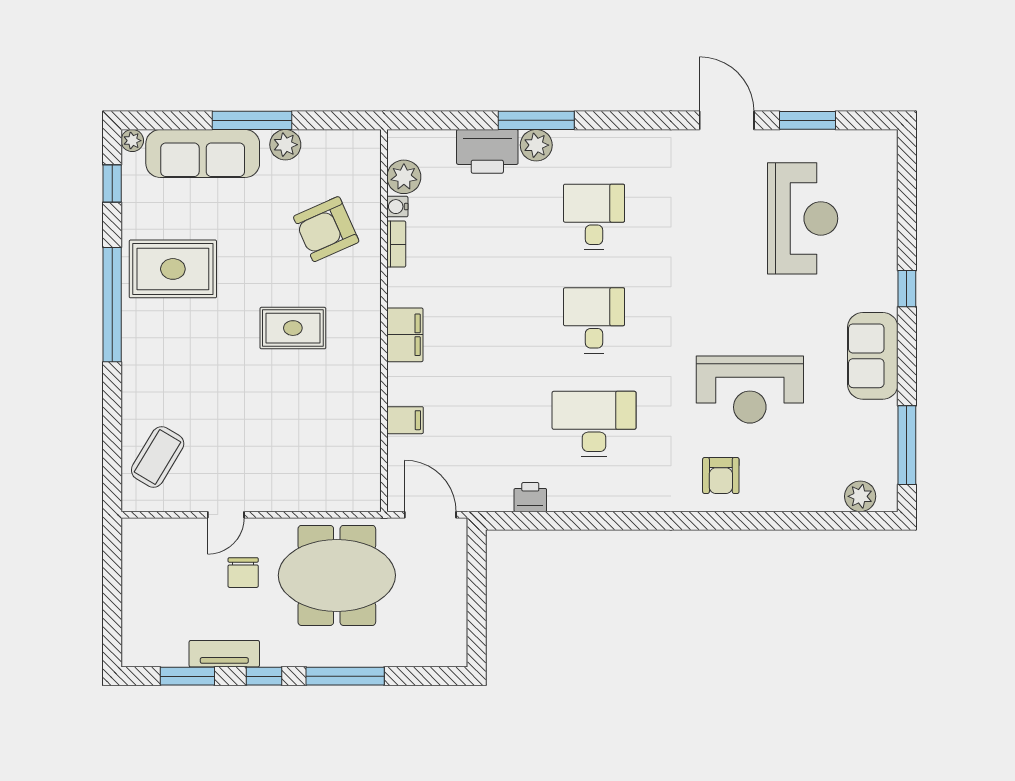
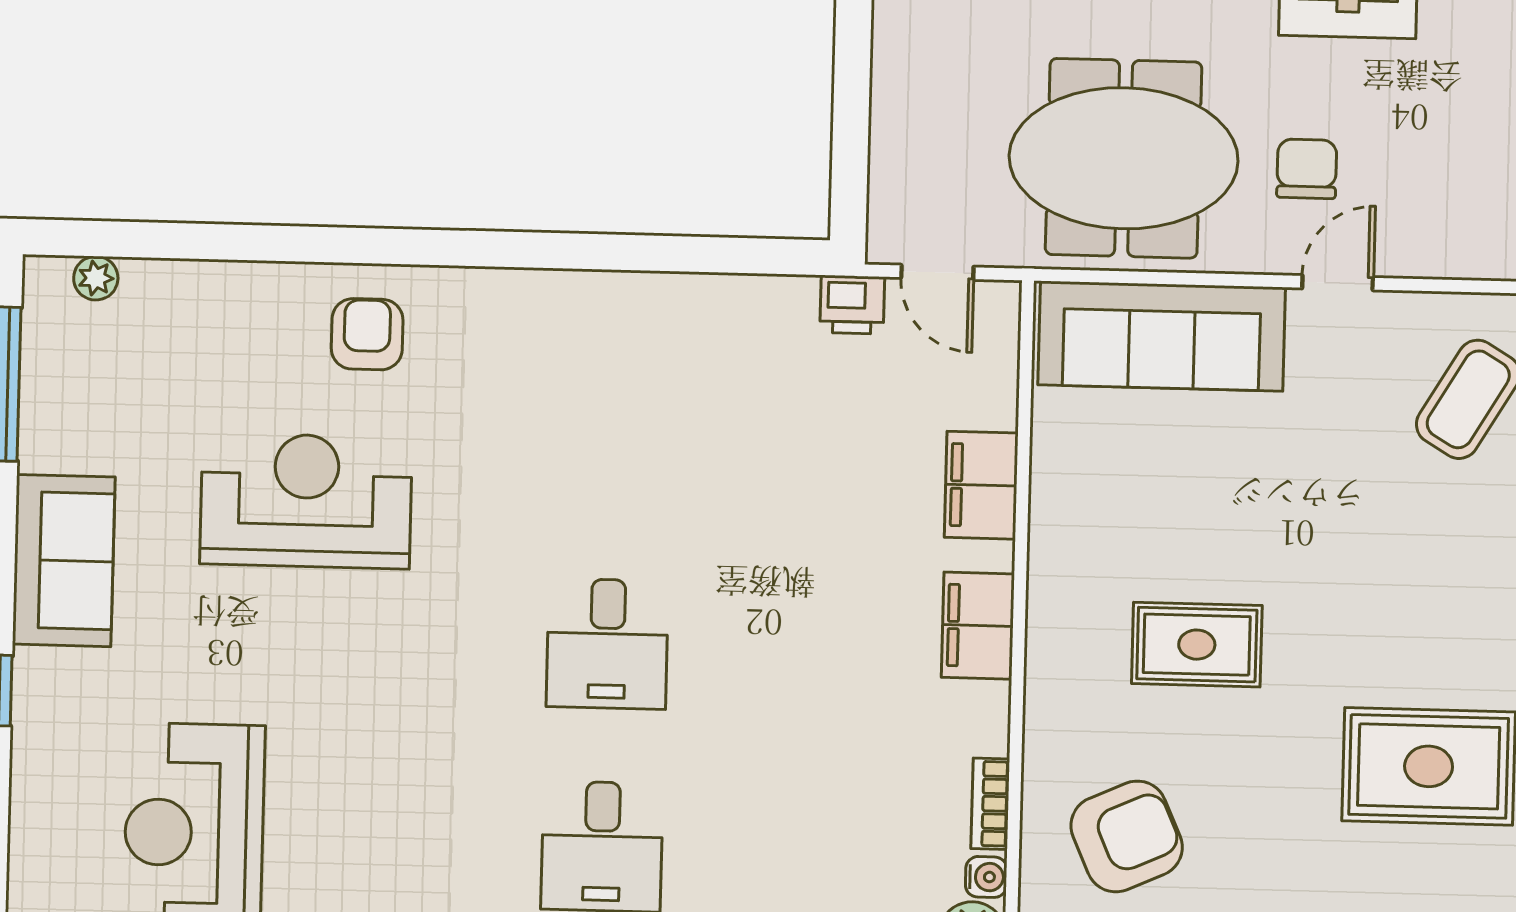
filing cabinet: (405, 420) -> (981, 485), width x2.00
desk: (594, 424) -> (613, 441), removed
sofa: (315, 485) -> (1162, 336), added
plant: (860, 496) -> (96, 278), width x0.73, depth x0.73
printer: (530, 497) -> (852, 305), moved
door: (430, 515) -> (937, 272), width x0.73

